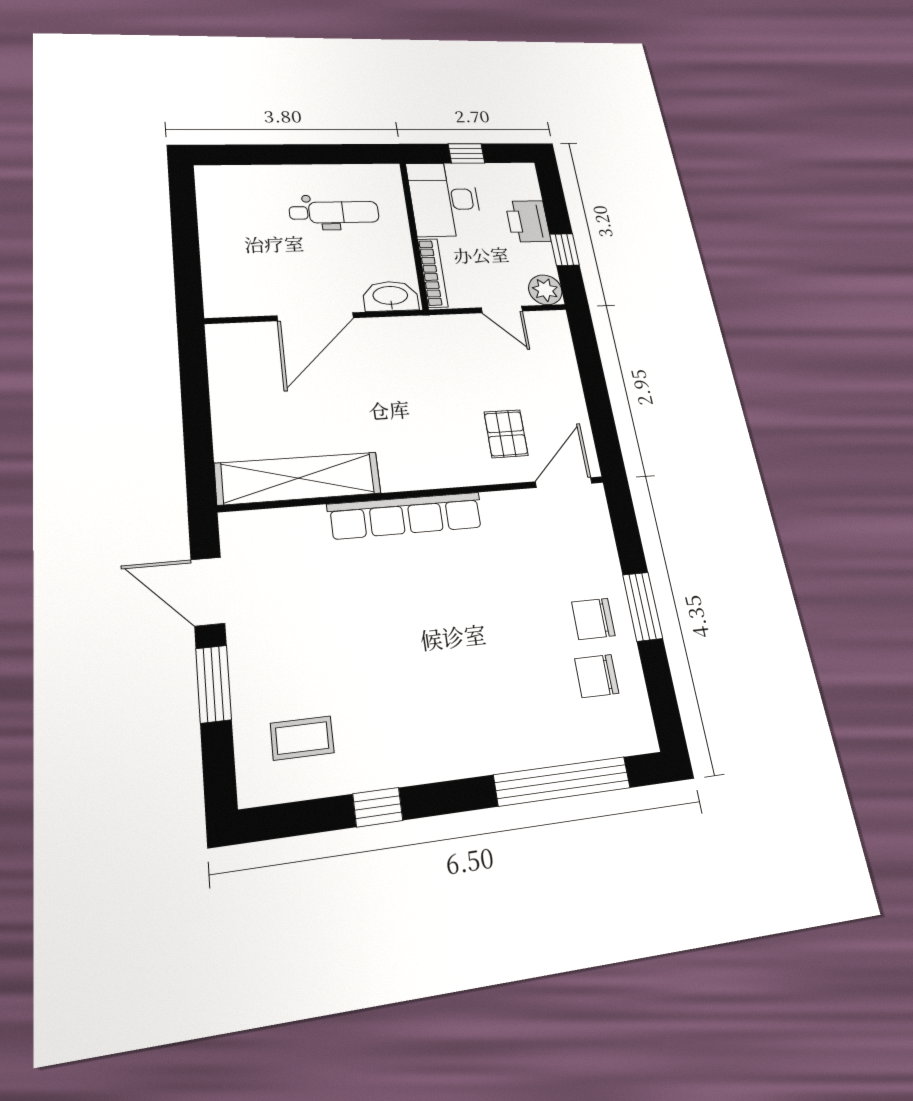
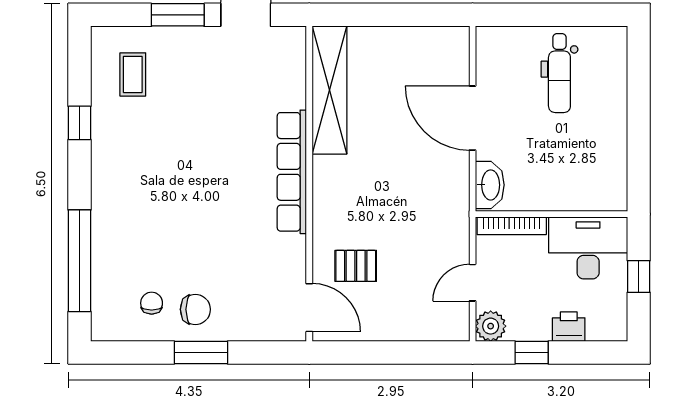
dental chair: (334, 212) -> (559, 73), moved
printer: (528, 221) -> (569, 327), width x0.73, depth x0.81
chair: (593, 619) -> (195, 309), turned 90
chair: (597, 676) -> (152, 303), width x0.73, depth x0.73

